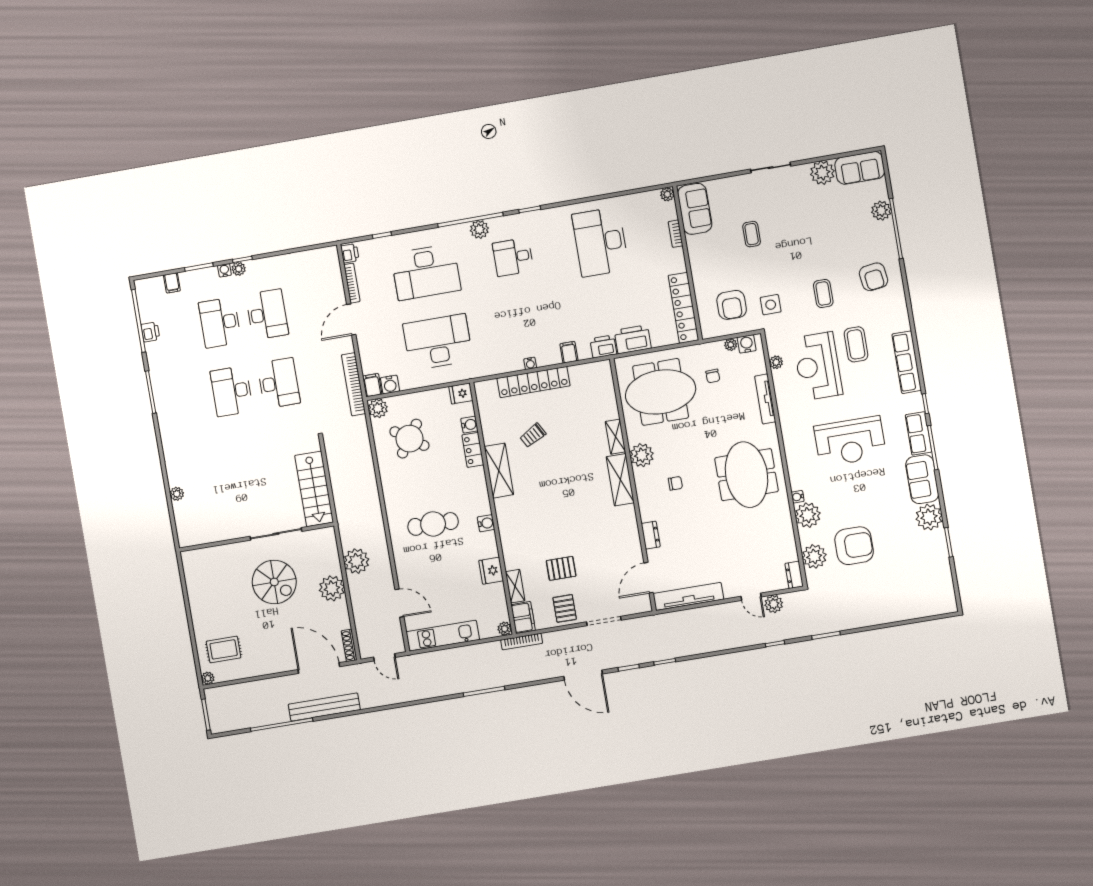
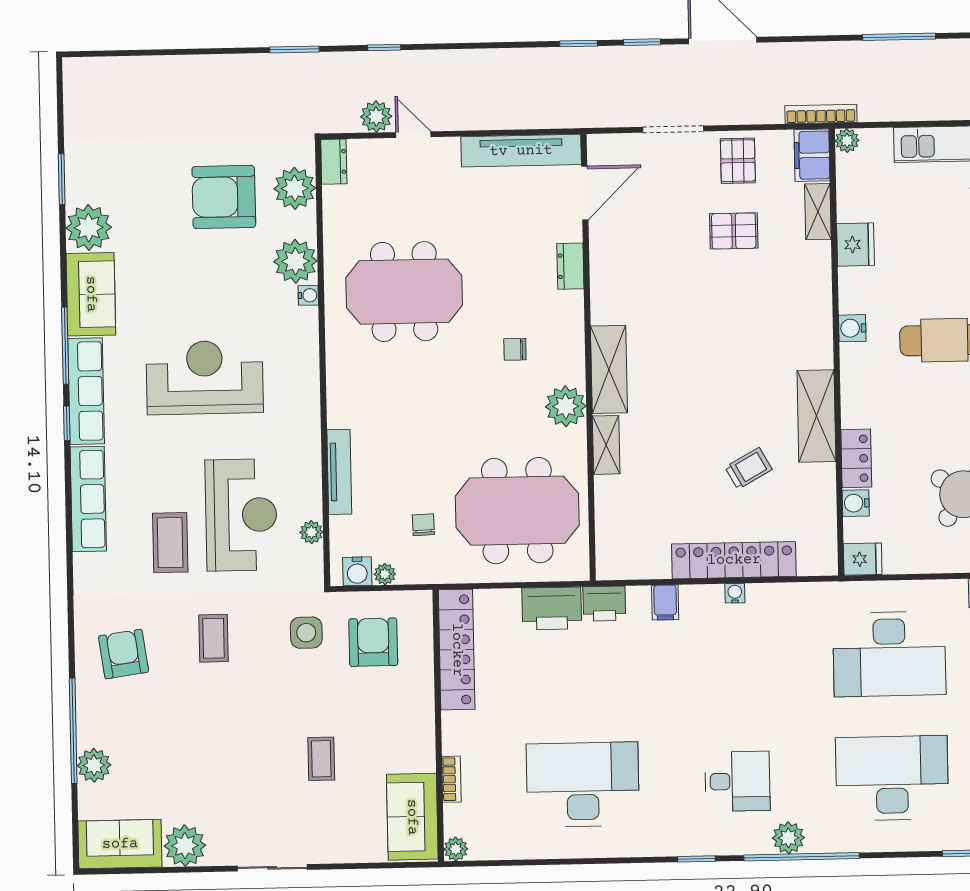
desk: (600, 242) -> (583, 785), turned -90
row of seats: (918, 433) -> (86, 391), width x1.48
meeting table: (747, 475) -> (404, 292), moved, turned 90

